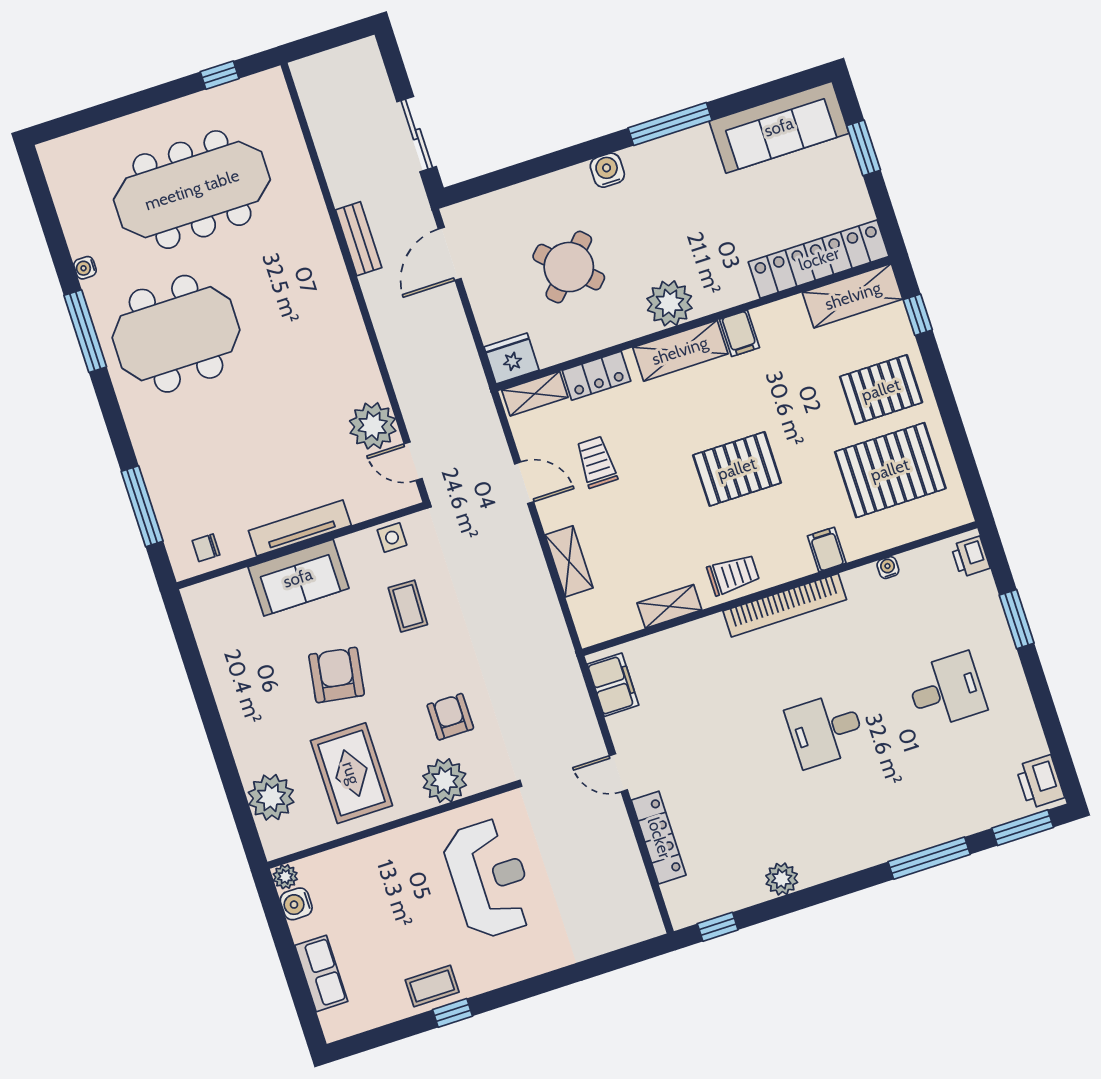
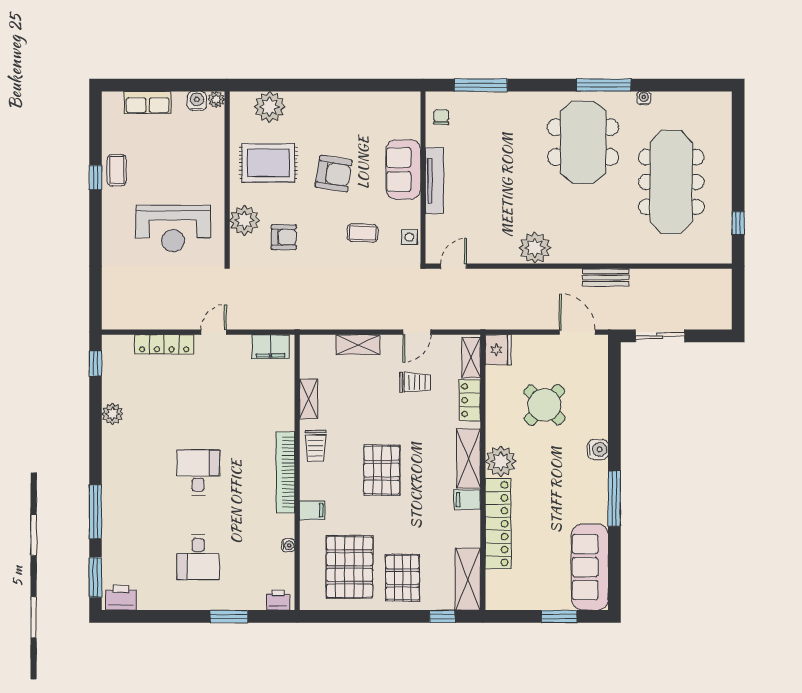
locker: (819, 259) -> (498, 524), moved
plant: (373, 426) -> (535, 248), moved

